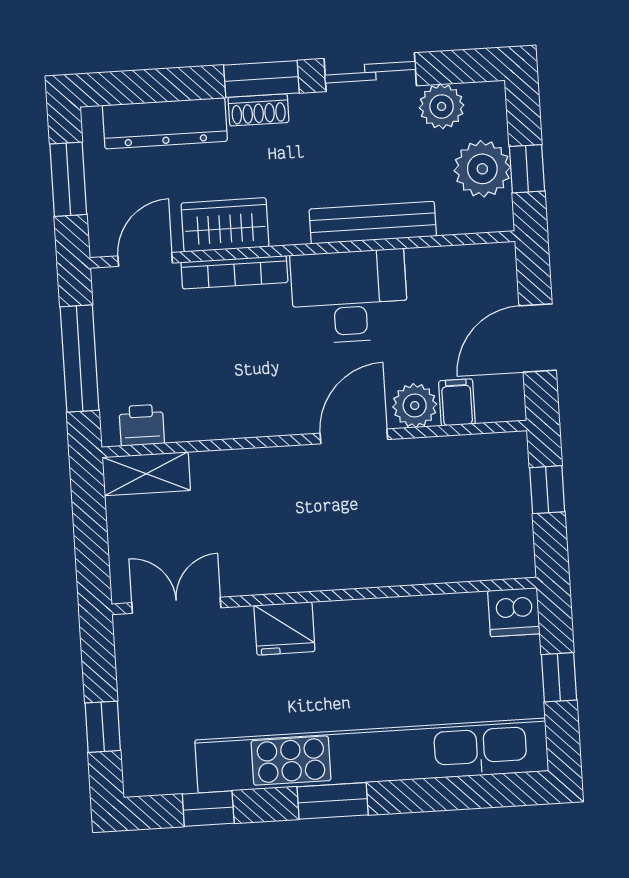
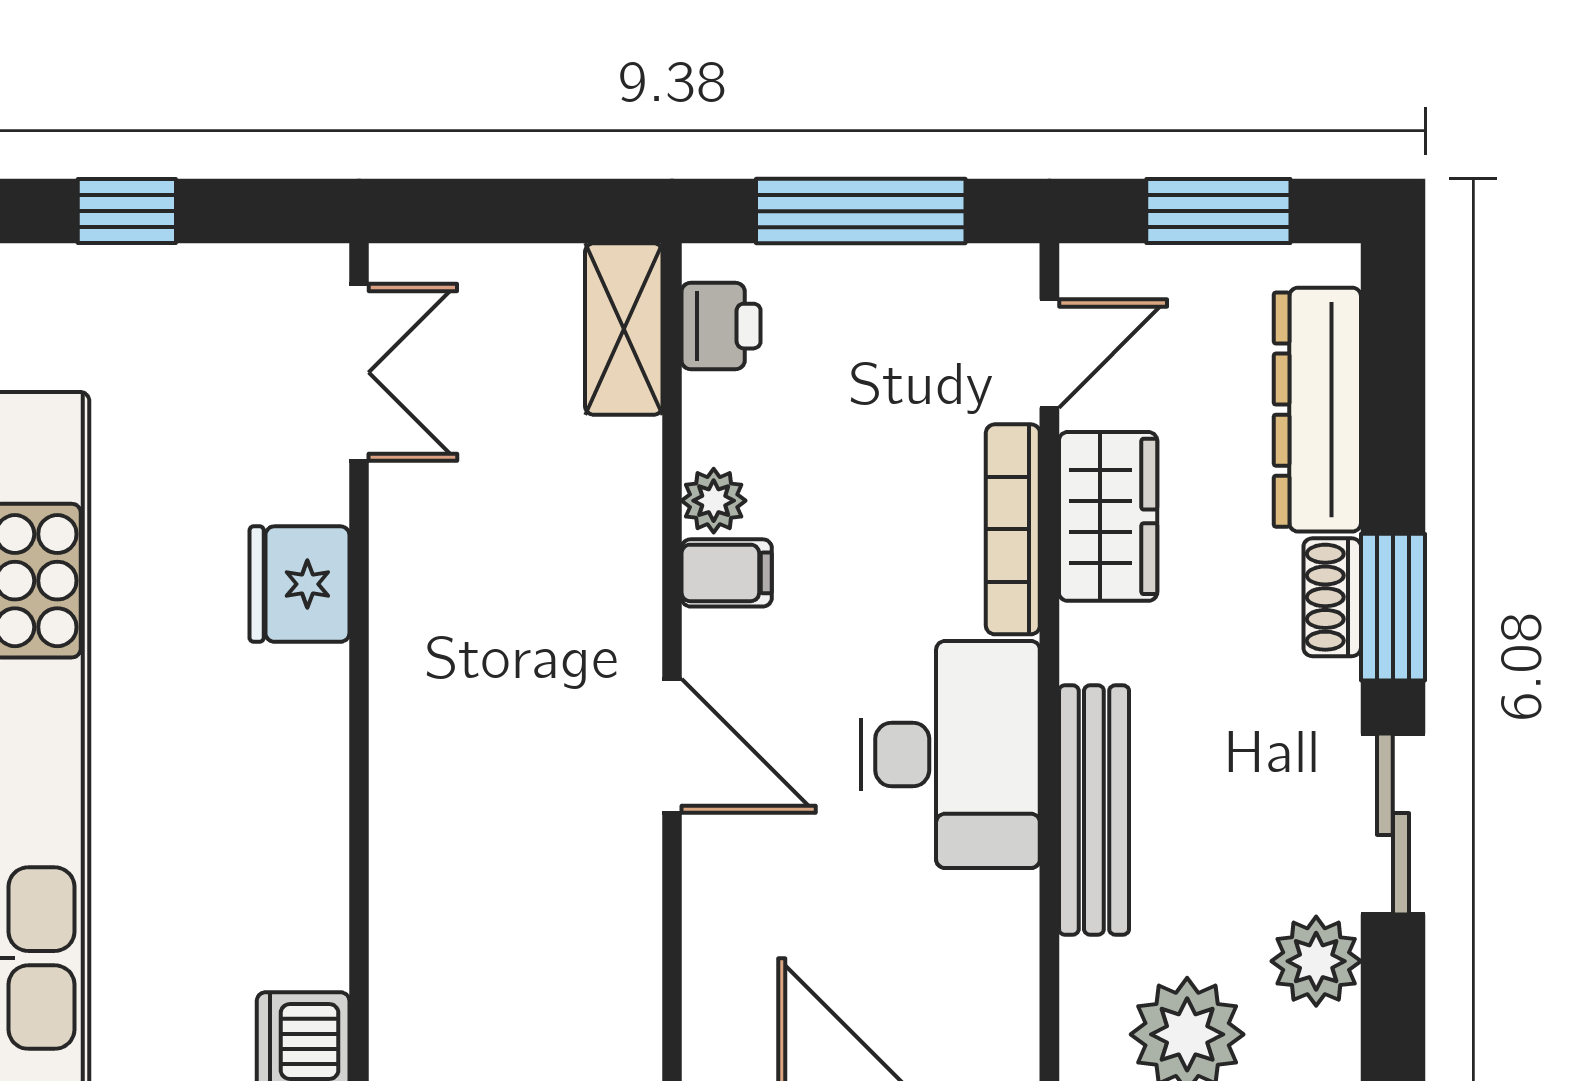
door: (145, 259) -> (1049, 354), hinge flipped
filing cabinet: (457, 402) -> (727, 573), moved
plant: (415, 406) -> (714, 501), moved, width x0.73, depth x0.73

